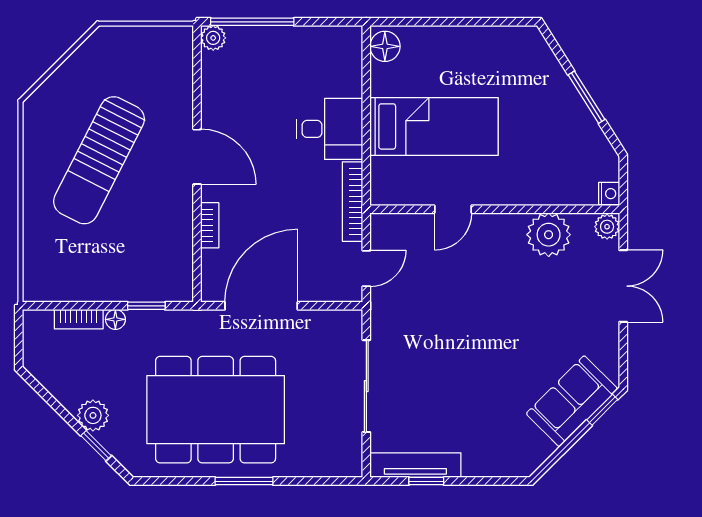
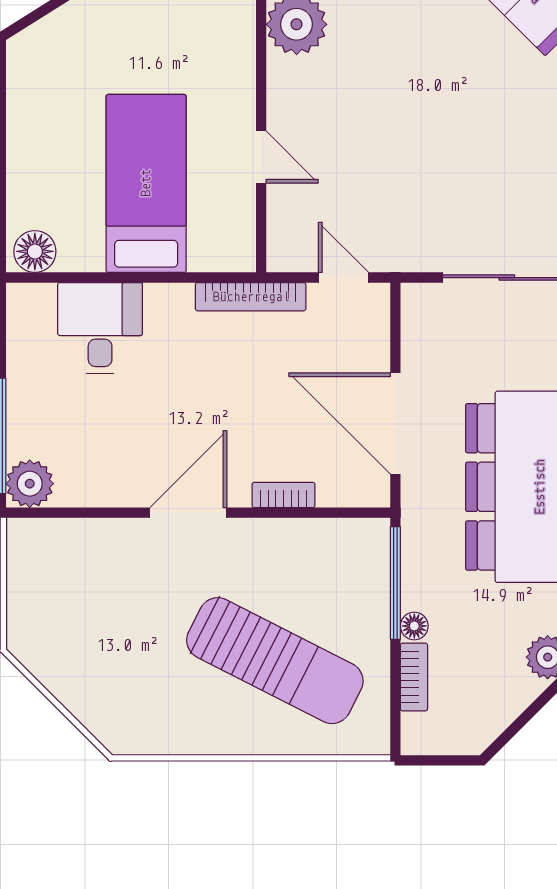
plant: (213, 38) -> (30, 484), width x1.38, depth x1.38
desk: (330, 129) -> (100, 328), moved
sun lounger: (99, 160) -> (275, 661), moved
window: (146, 306) -> (395, 583), width x2.17

